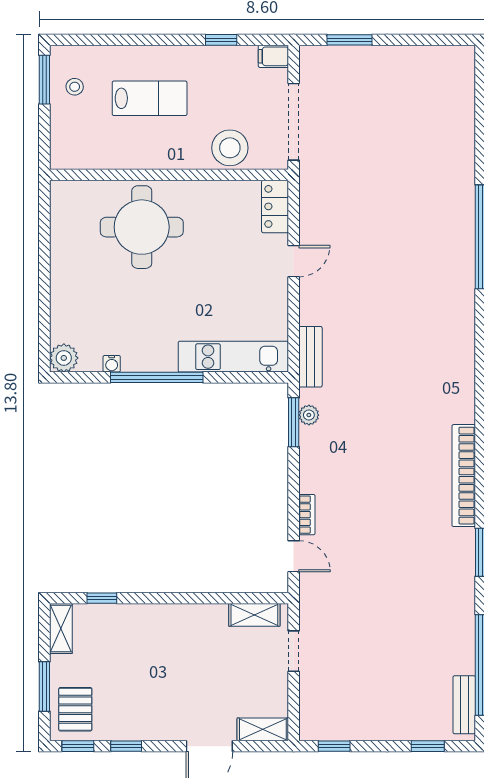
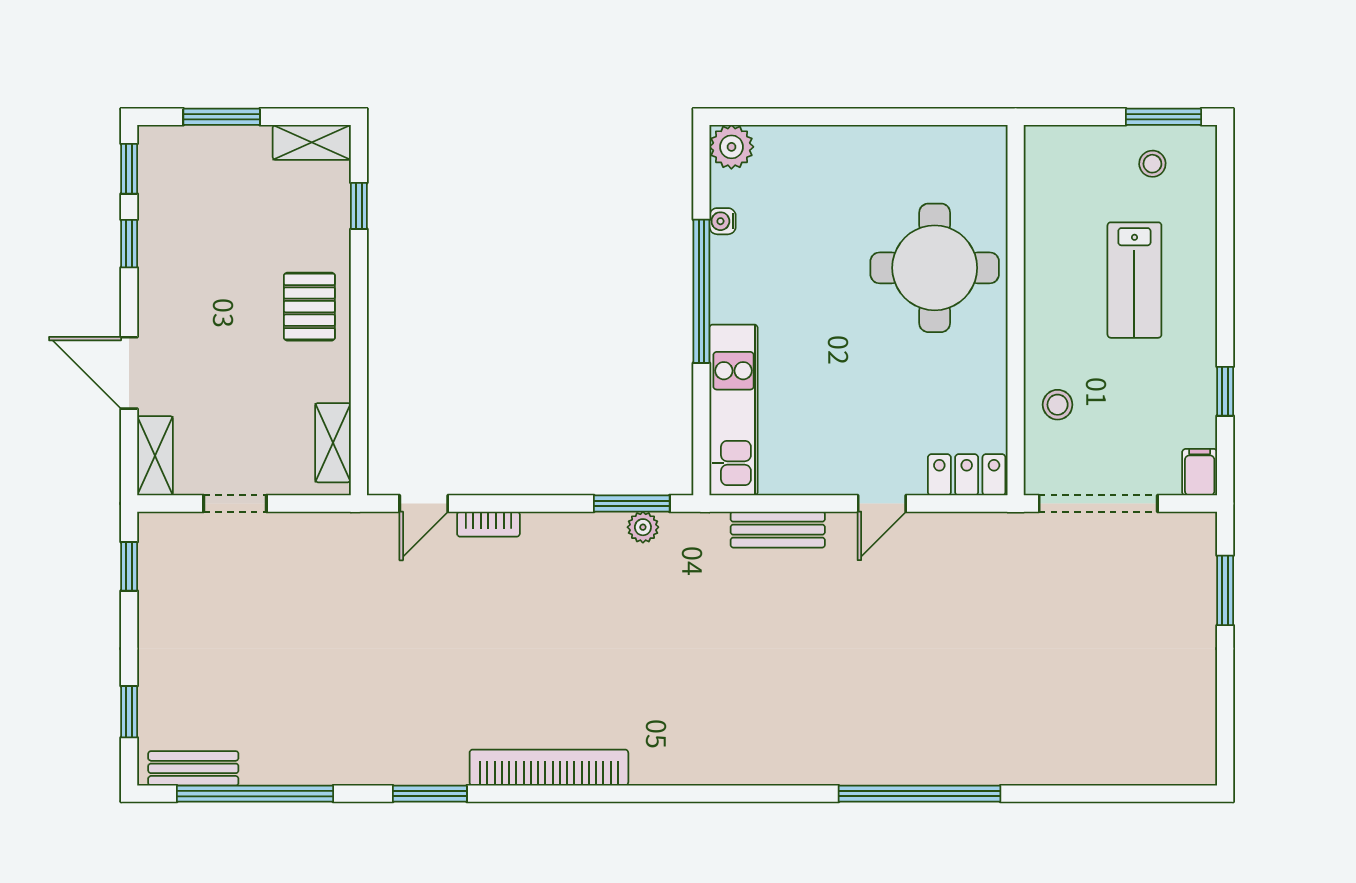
stool: (230, 148) -> (1058, 405), width x0.53, depth x0.53
door: (294, 261) -> (882, 504), hinge flipped
bench: (310, 357) -> (778, 530), moved
doorway: (294, 651) -> (235, 504), moved
pallet: (75, 709) -> (309, 307), moved, turned 90

